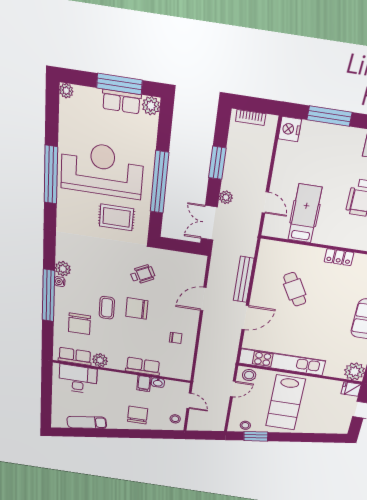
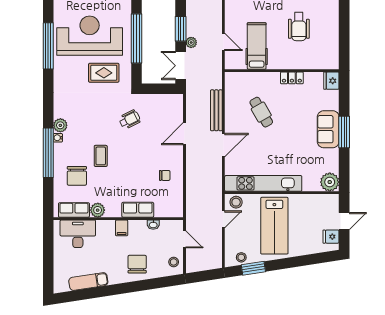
window: (217, 163) -> (181, 29), moved
chair: (137, 308) -> (127, 152), removed
filing cabinet: (144, 384) -> (122, 228), moved
fridge: (351, 389) -> (331, 237), moved

